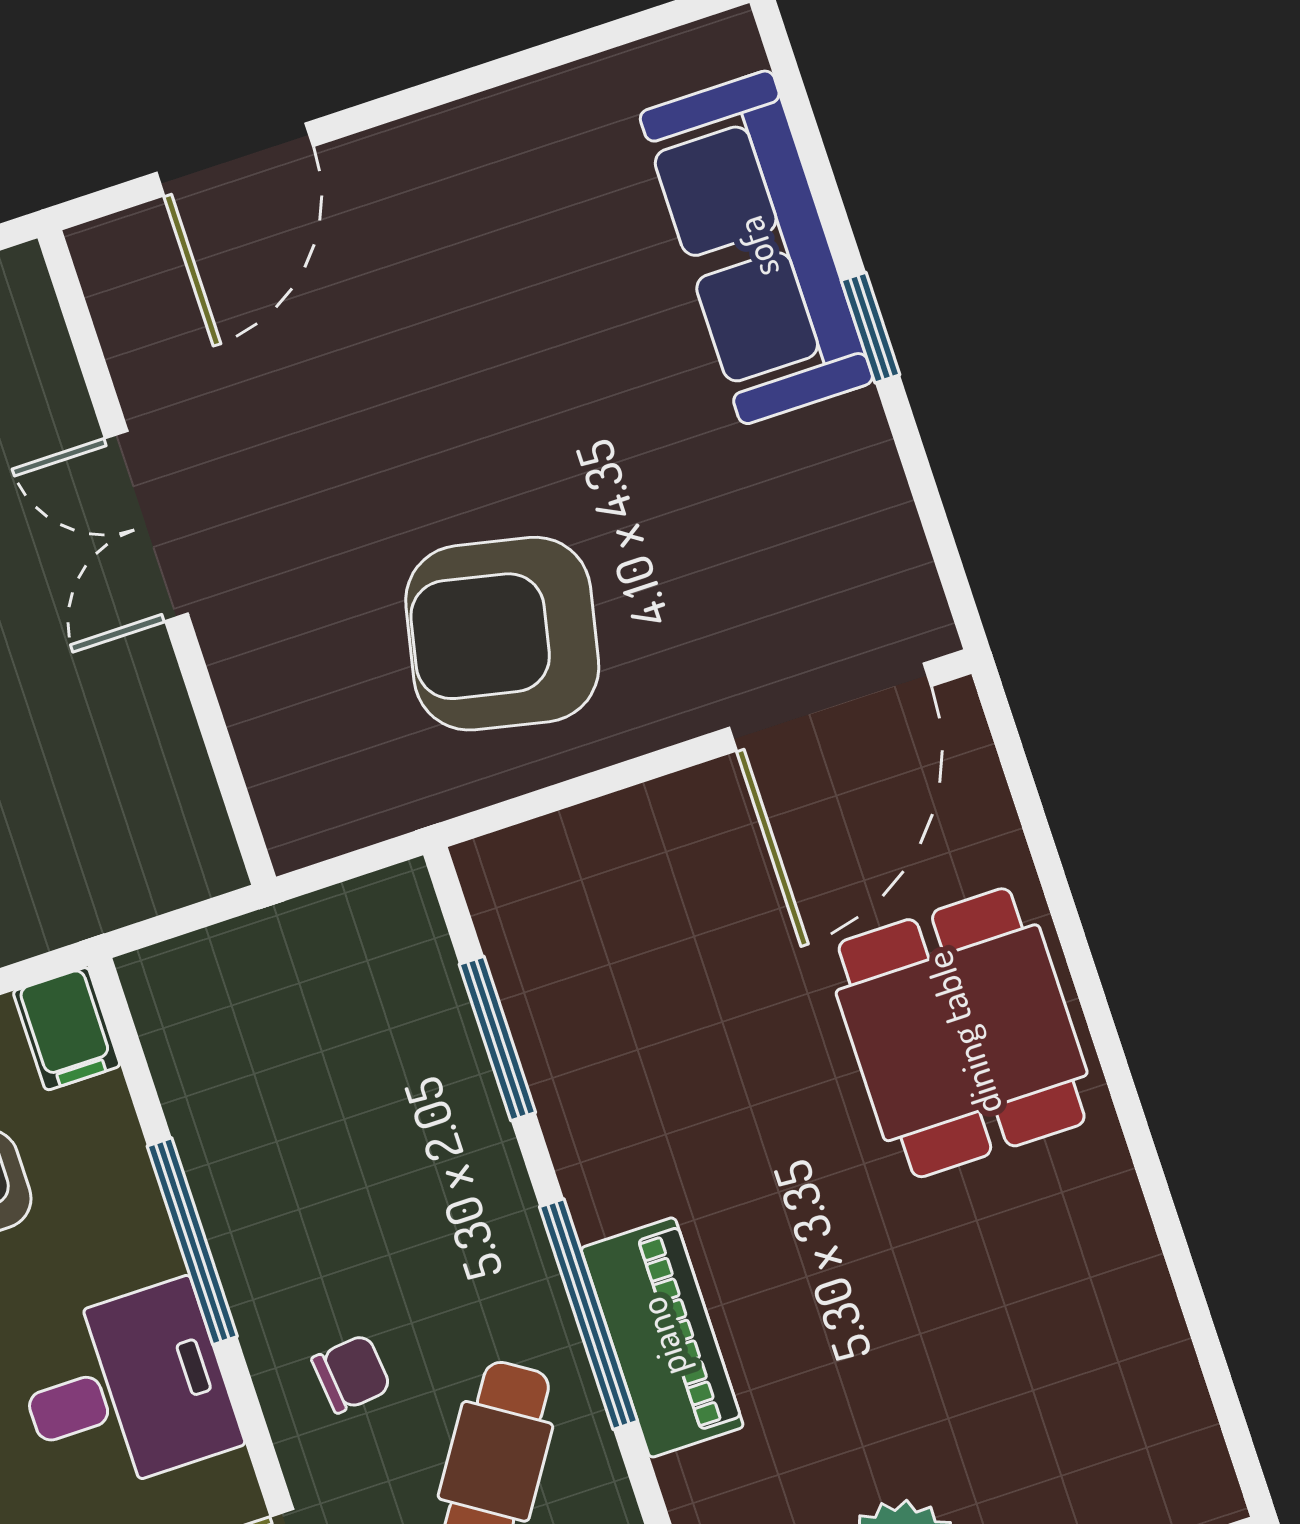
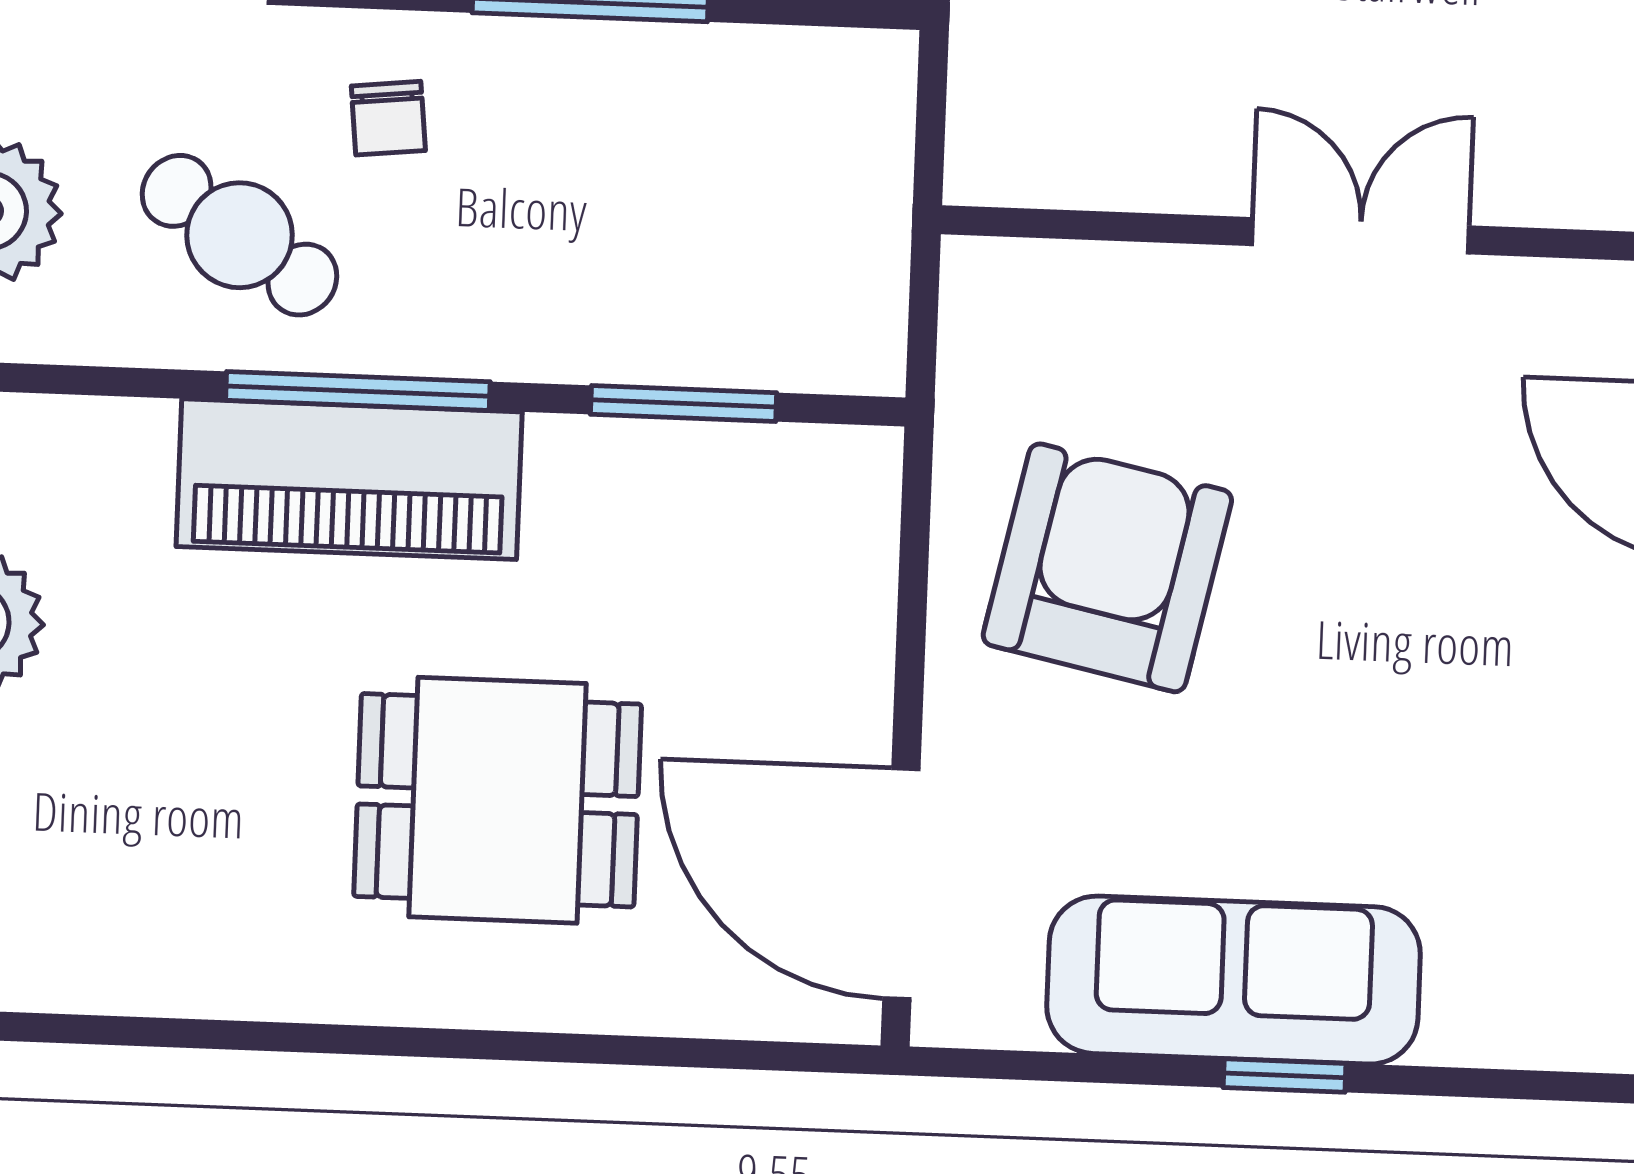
sofa: (756, 247) -> (1234, 980), moved
dining table: (962, 1033) -> (498, 800), moved
piano: (662, 1337) -> (349, 479), width x1.37, depth x1.33

